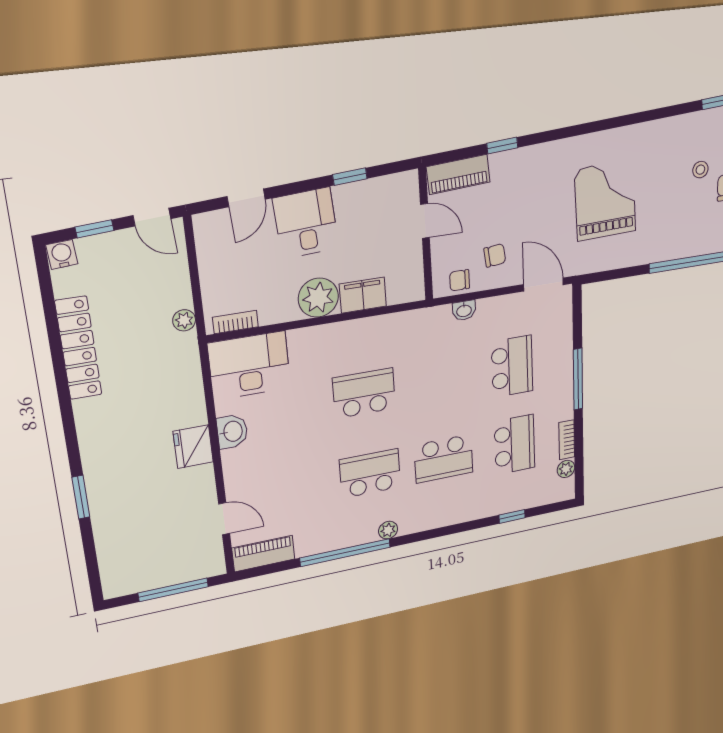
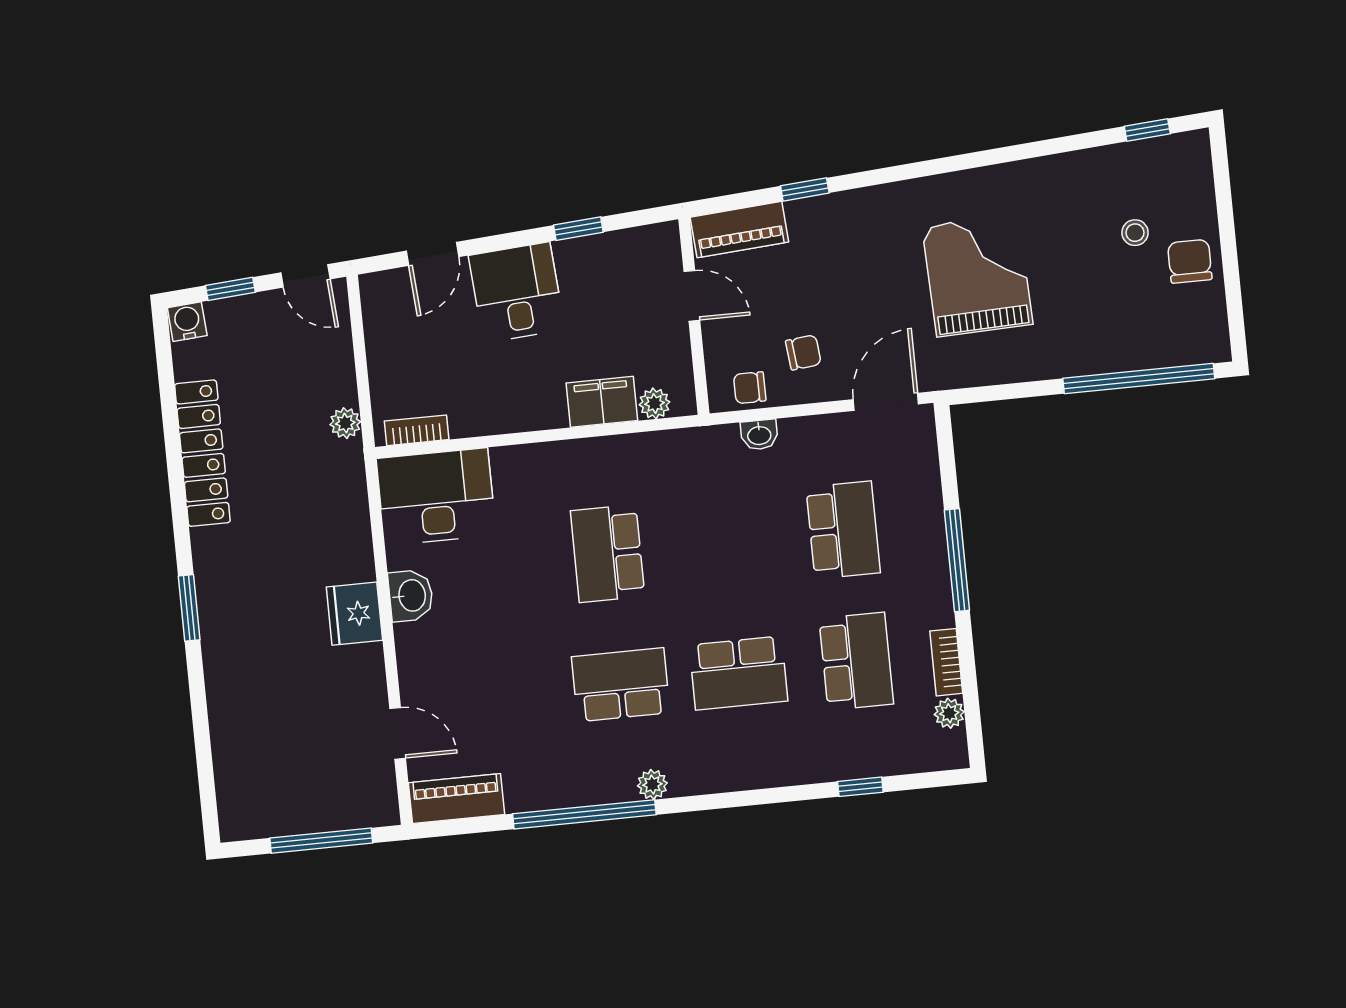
door: (544, 285) -> (886, 402), hinge flipped
plant: (318, 298) -> (655, 403), moved, width x0.53, depth x0.53
school desk: (364, 393) -> (608, 554), turned -90
window: (81, 497) -> (189, 608), moved

